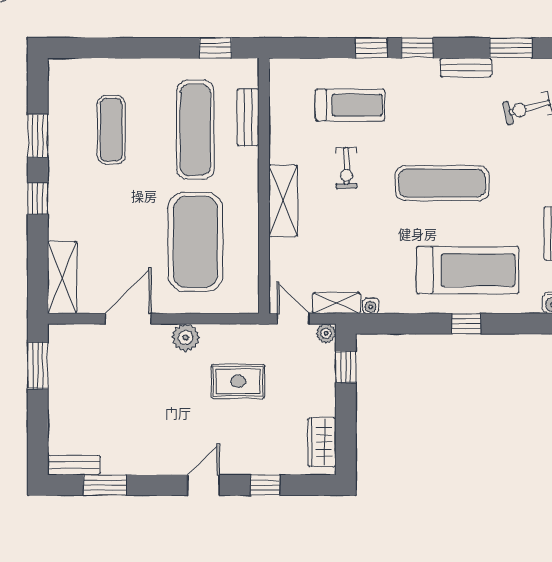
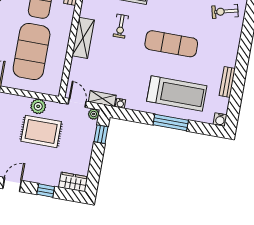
window: (466, 324) -> (171, 122), width x2.17
plant: (186, 337) -> (38, 106), moved
rug: (238, 381) -> (41, 131), width x1.36, depth x1.43
wardrobe: (322, 442) -> (73, 182), moved, turned 90

